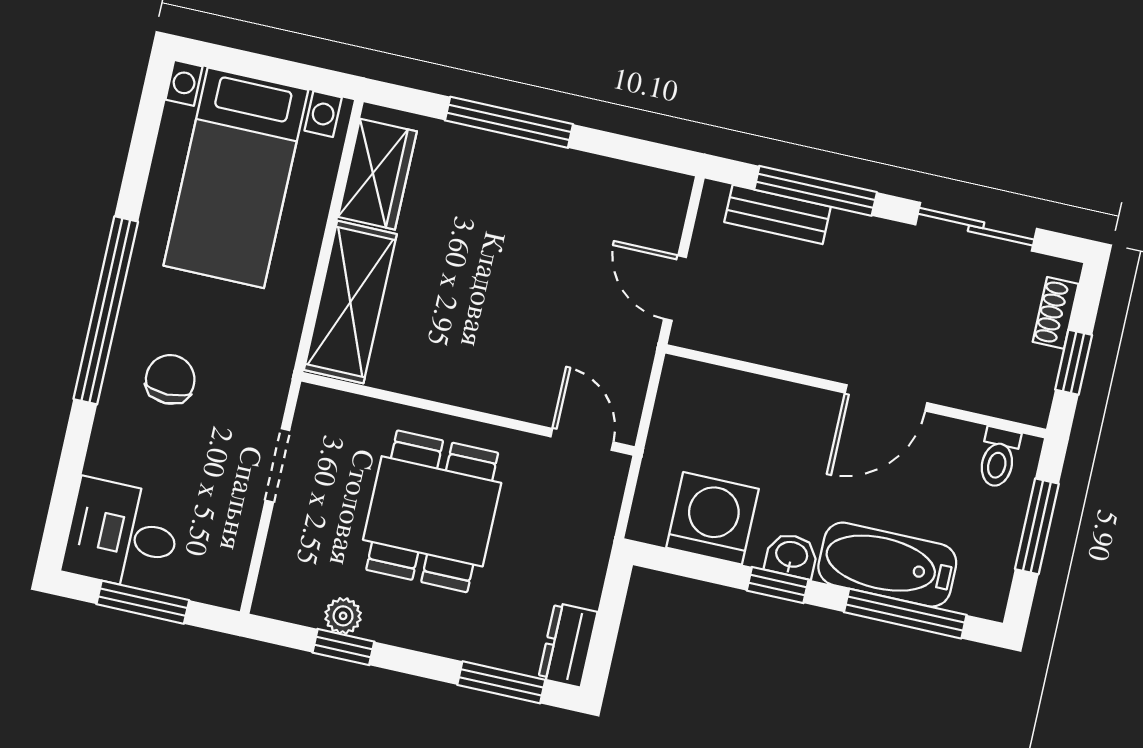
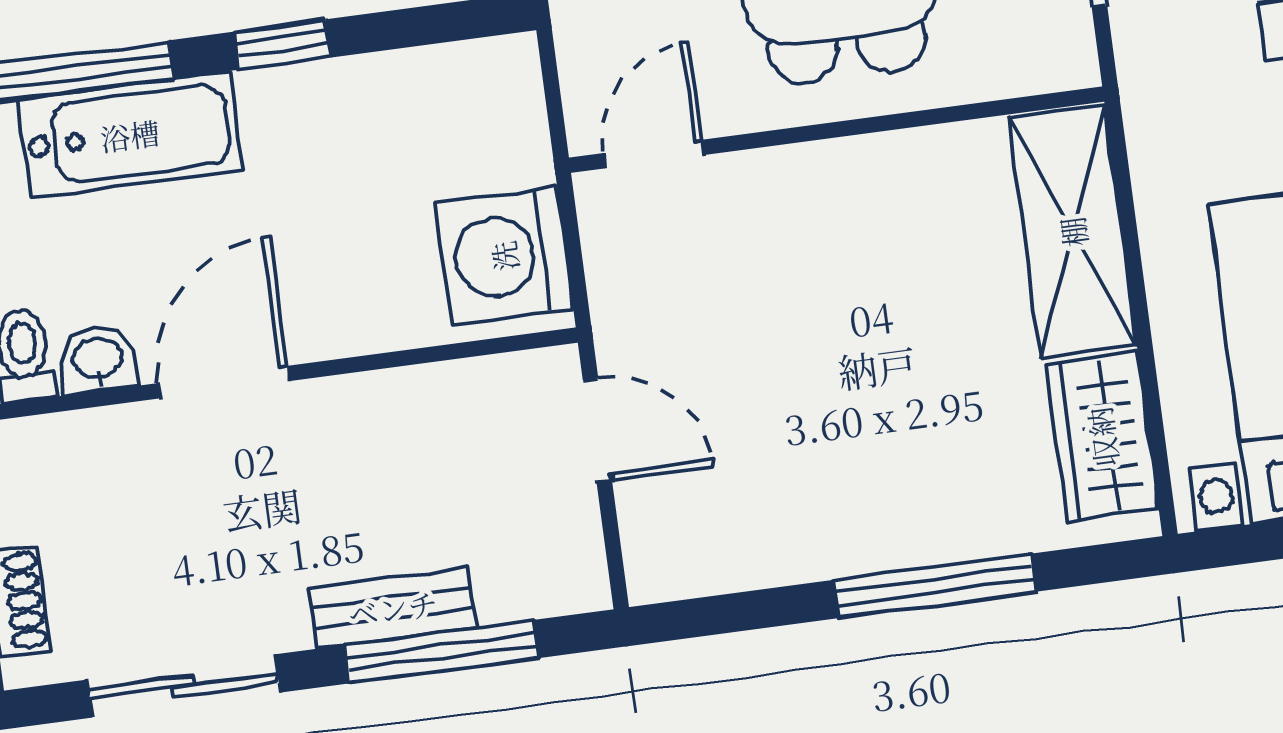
bench: (778, 214) -> (393, 608), moved
door: (582, 439) -> (653, 154), swing flipped
washing machine: (713, 518) -> (504, 256), moved, turned 90
washbasin: (791, 555) -> (97, 360), moved, turned 180

